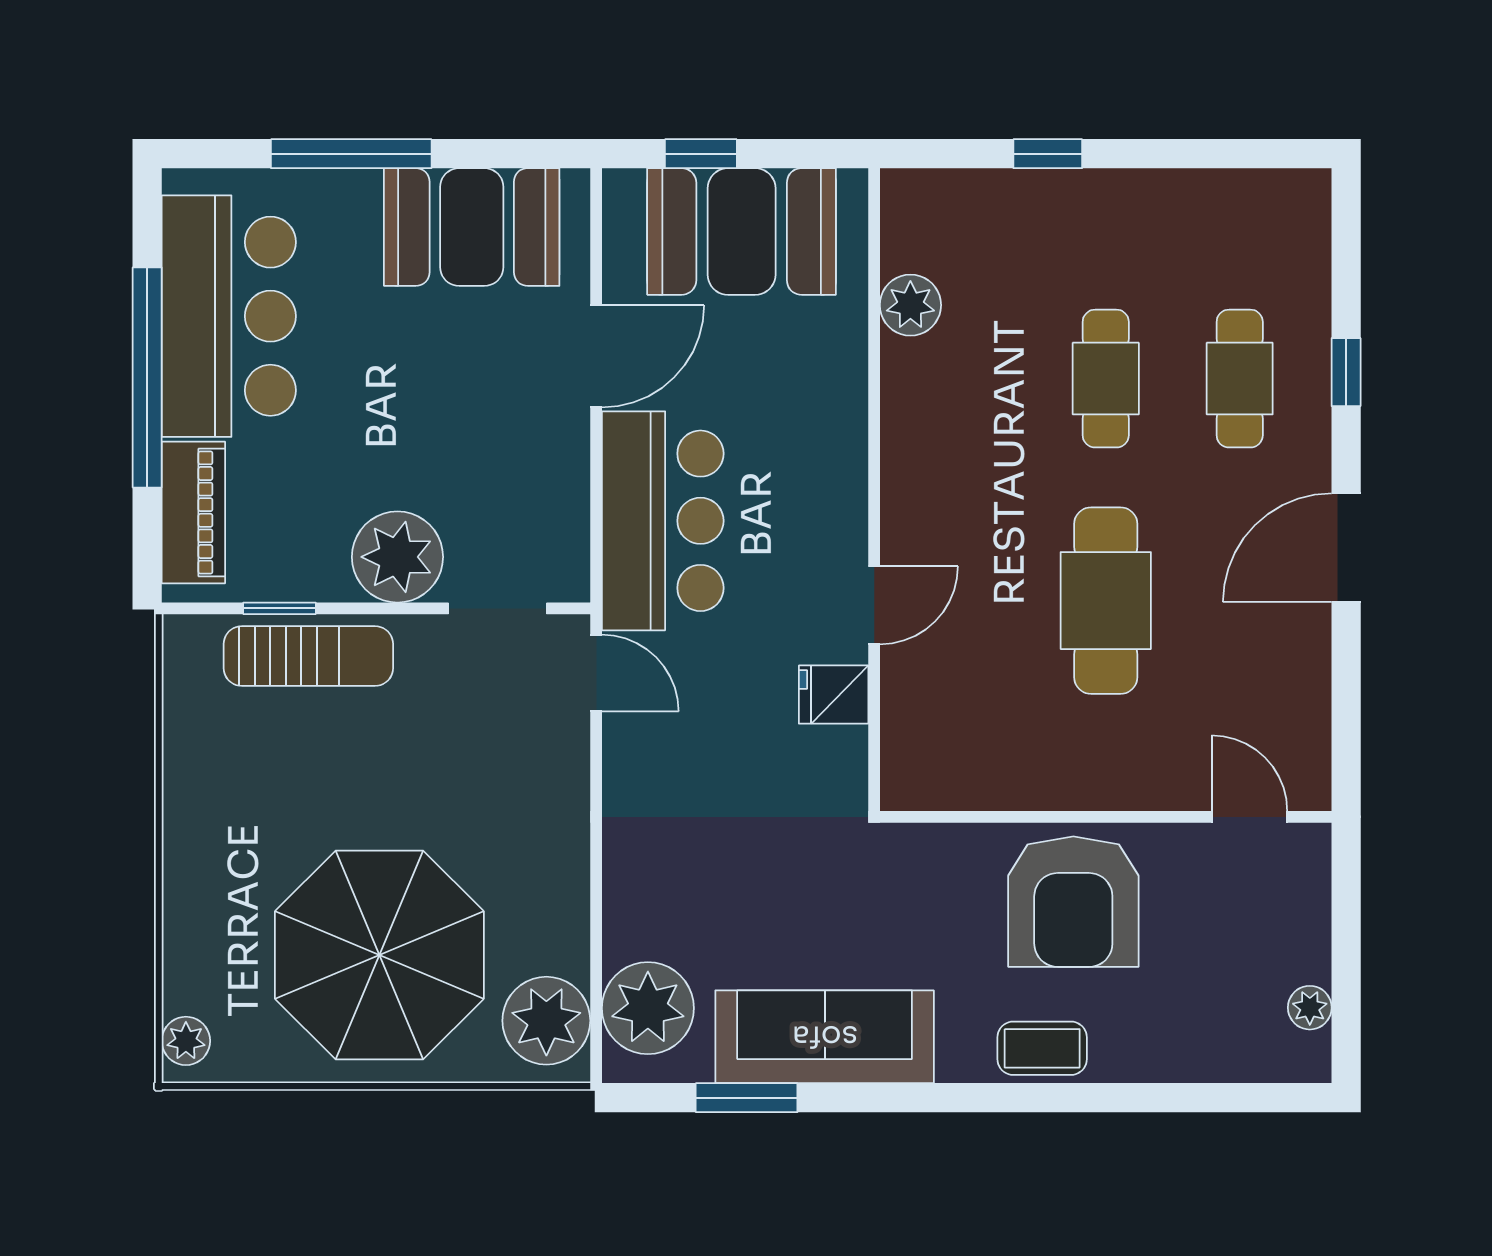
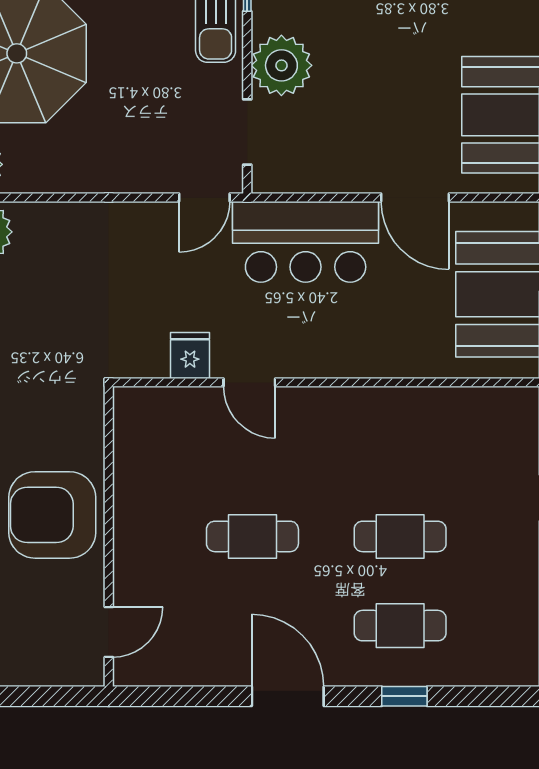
plant: (910, 305) -> (449, 407), removed
cafe table: (1106, 601) -> (252, 536), width x0.73, depth x0.74

